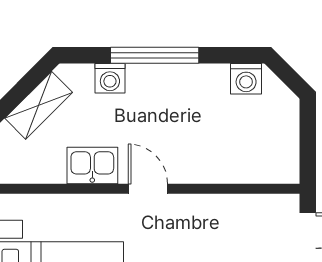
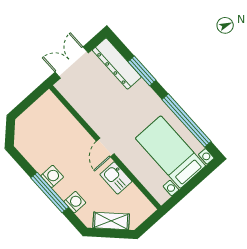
washing machine: (246, 79) -> (52, 176), moved

